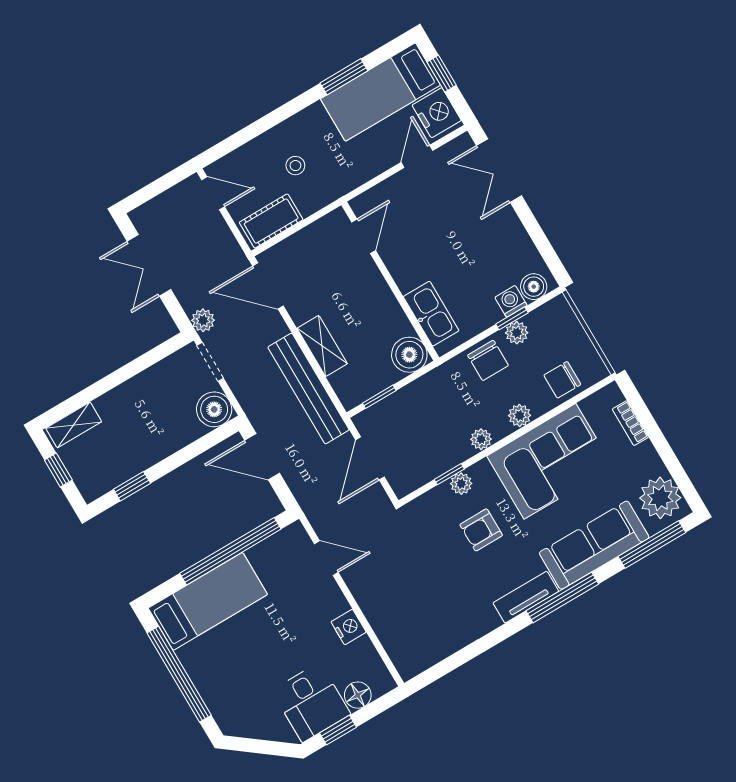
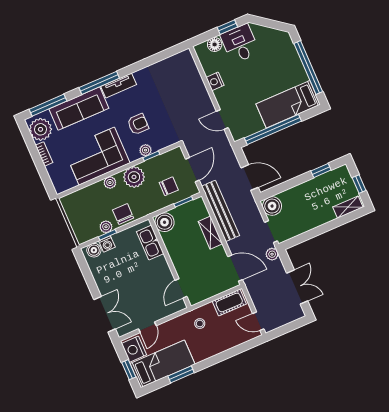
stool: (295, 166) -> (200, 324), moved
chair: (562, 380) -> (169, 186), moved
bookcase: (630, 423) -> (44, 154), moved
plant: (481, 439) -> (134, 177), width x1.88, depth x1.88

